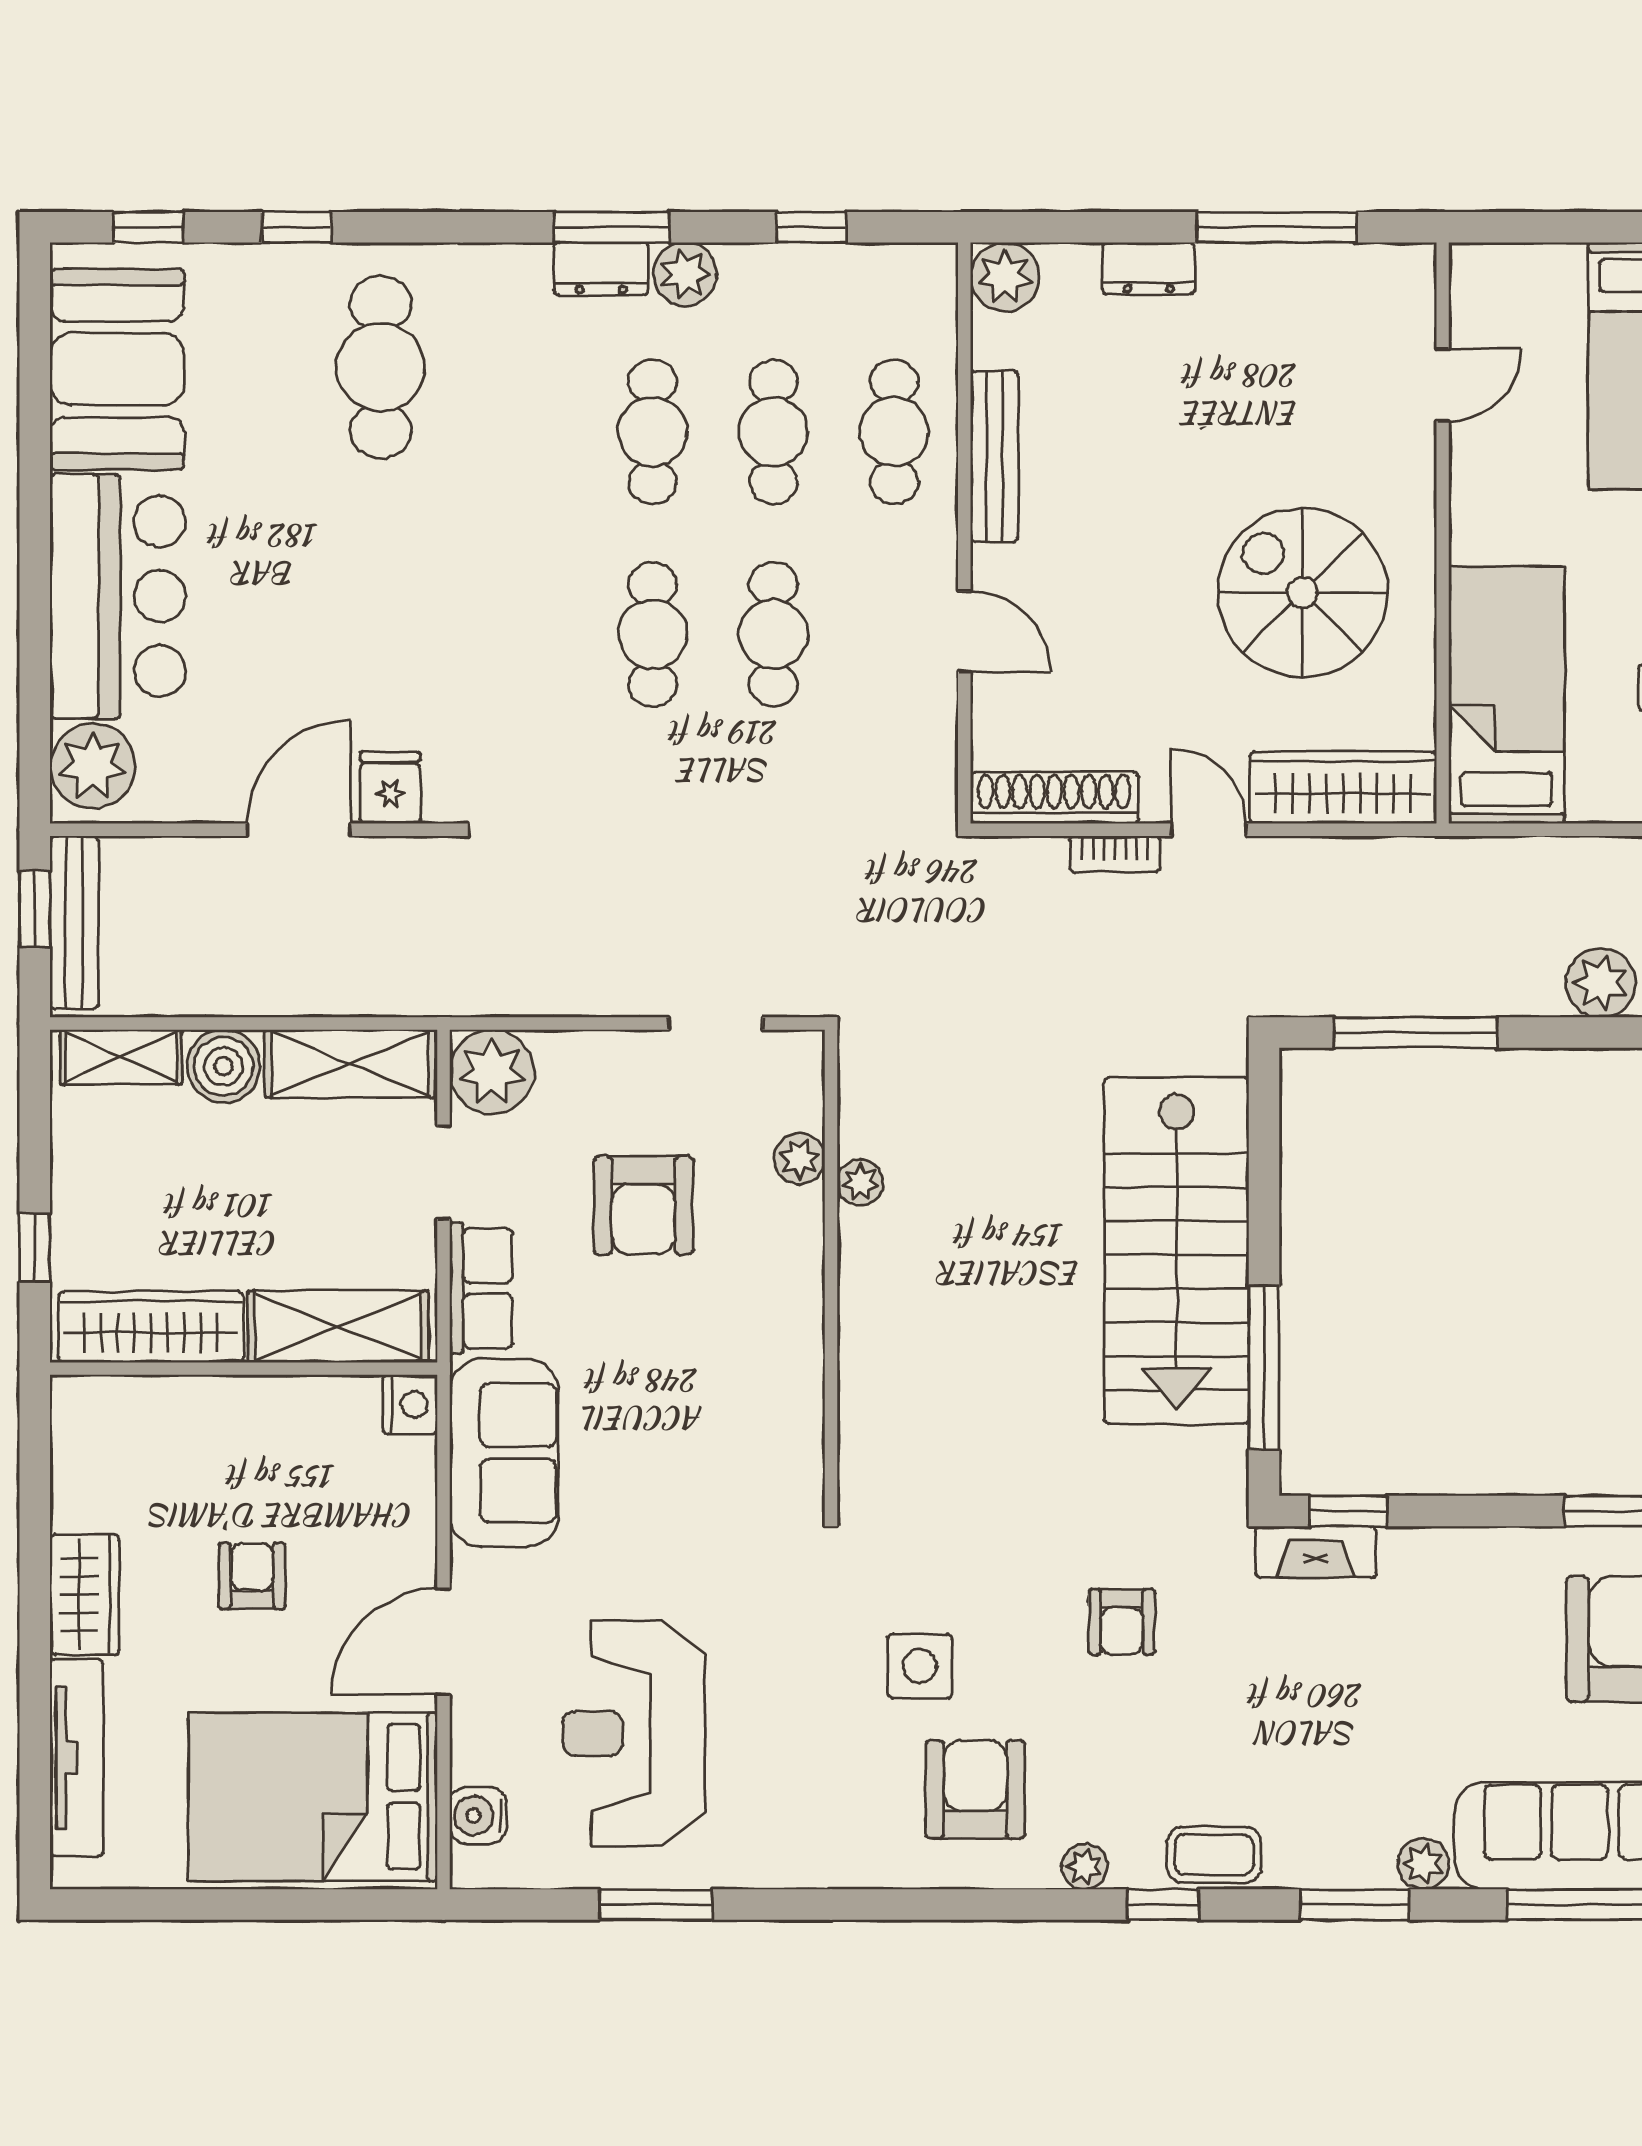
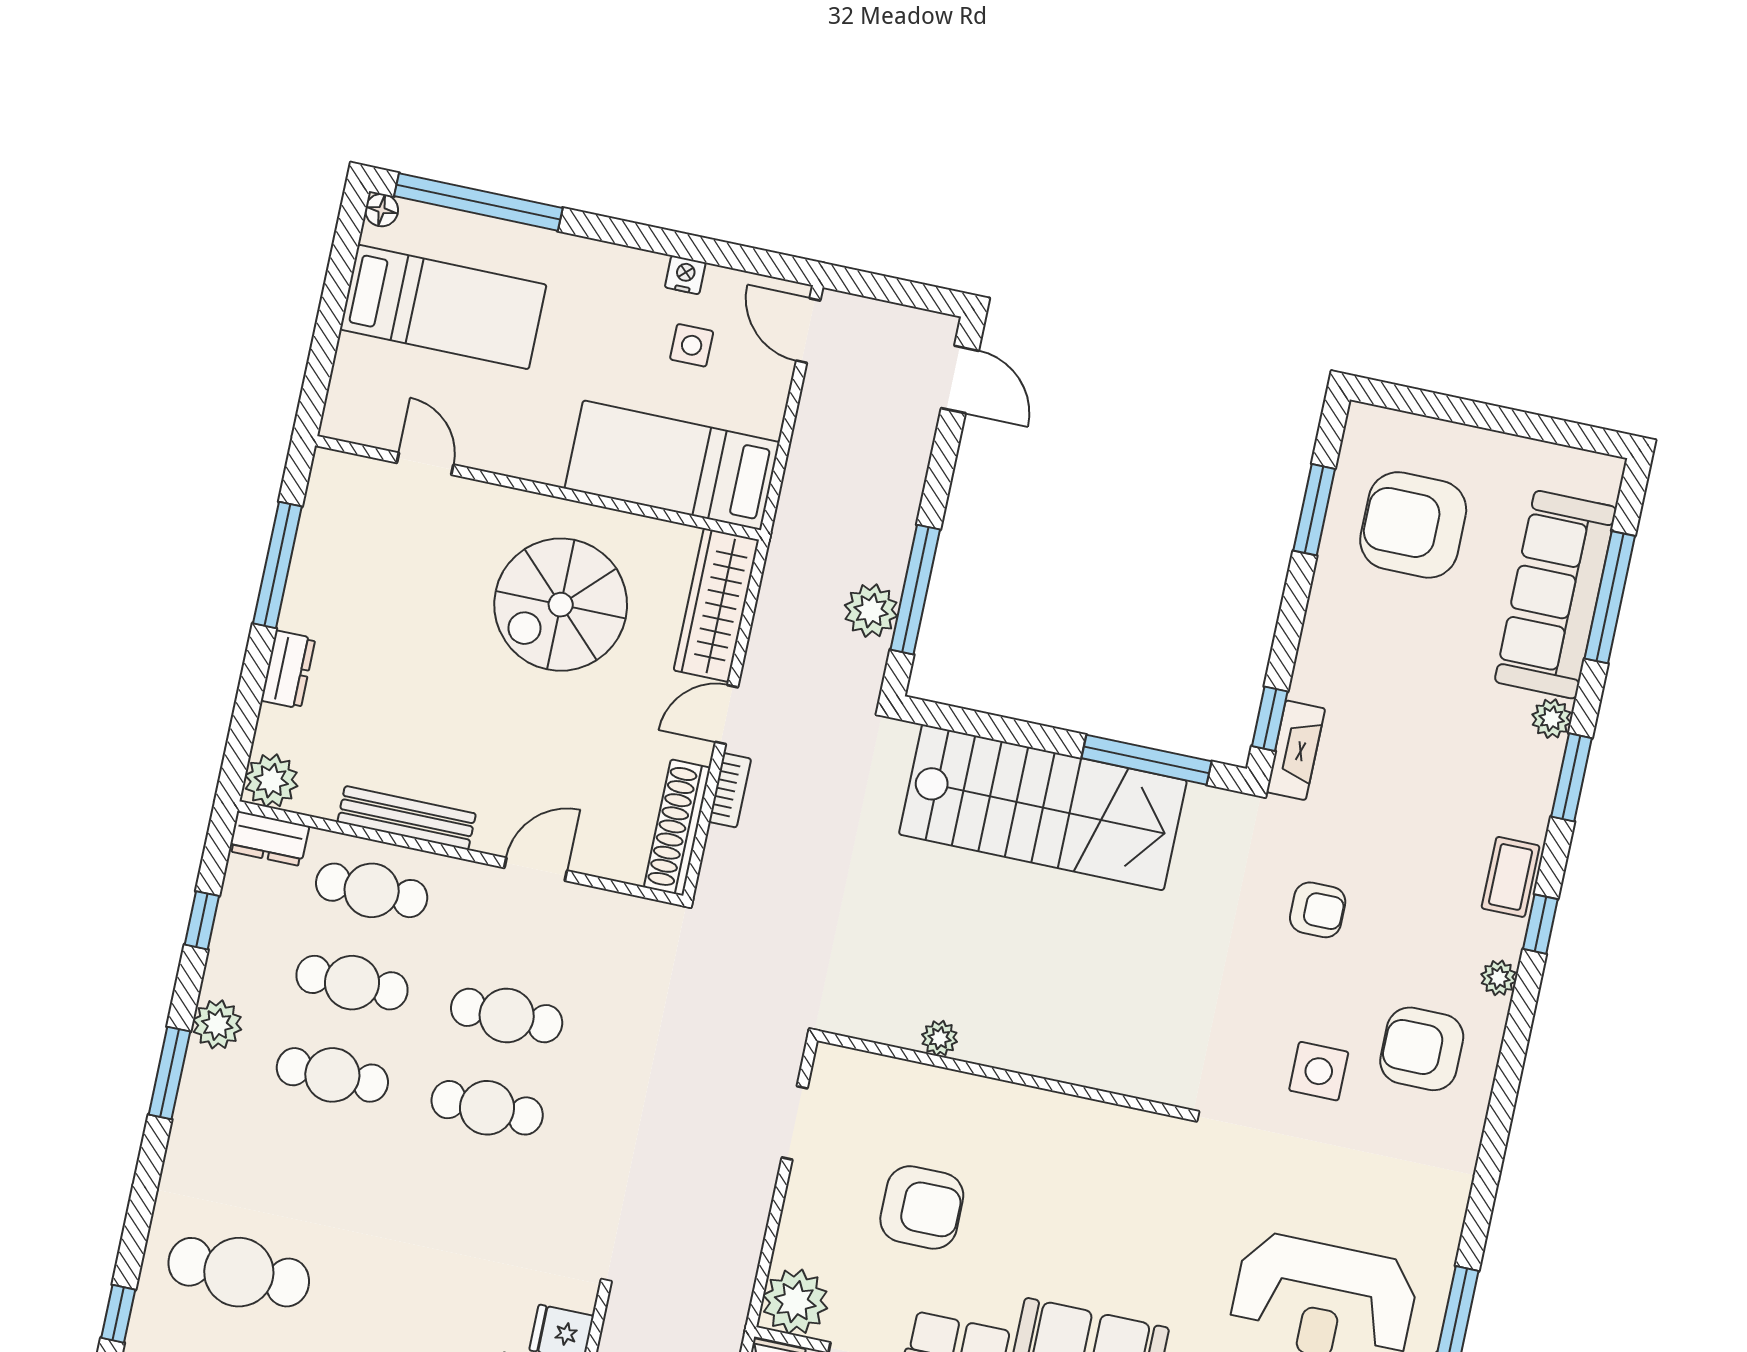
dresser: (601, 269) -> (269, 839), moved, turned 90
plant: (1601, 983) -> (871, 611), moved
plant: (799, 1159) -> (912, 1081), removed

